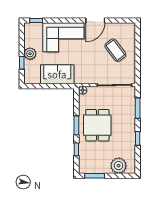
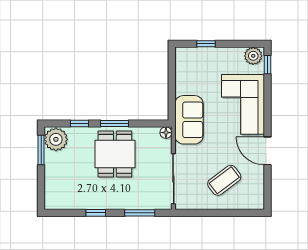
plant: (30, 54) -> (253, 56), moved
sofa: (57, 74) -> (189, 120), moved
dining table: (97, 125) -> (115, 154), turned 90
plant: (119, 166) -> (56, 139), moved

